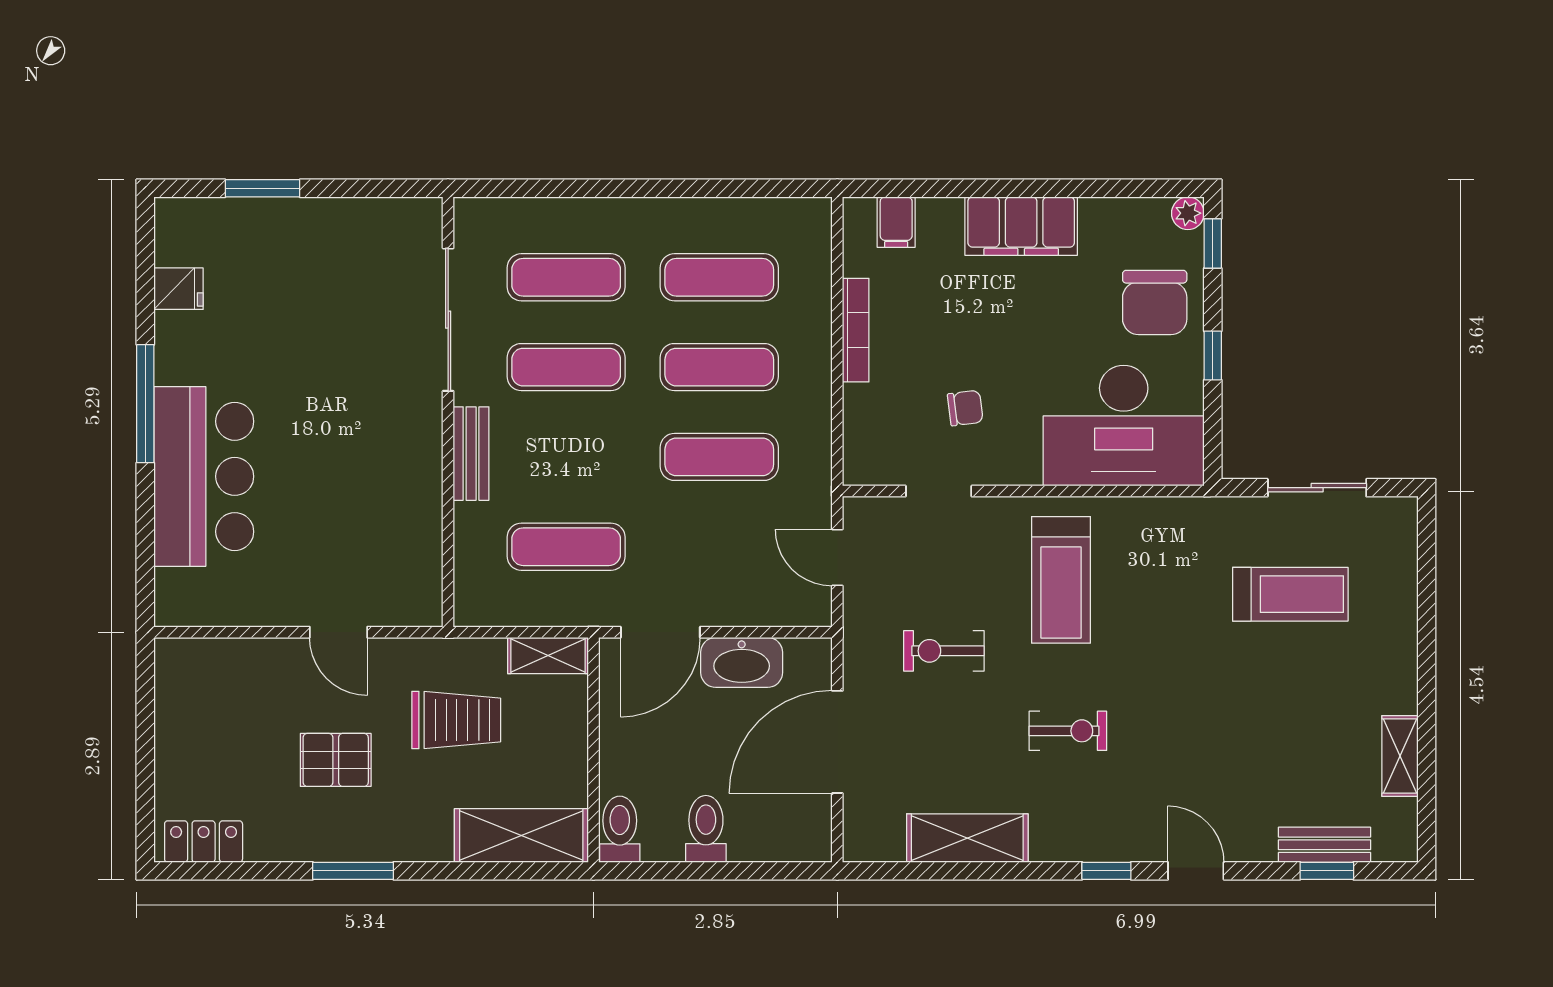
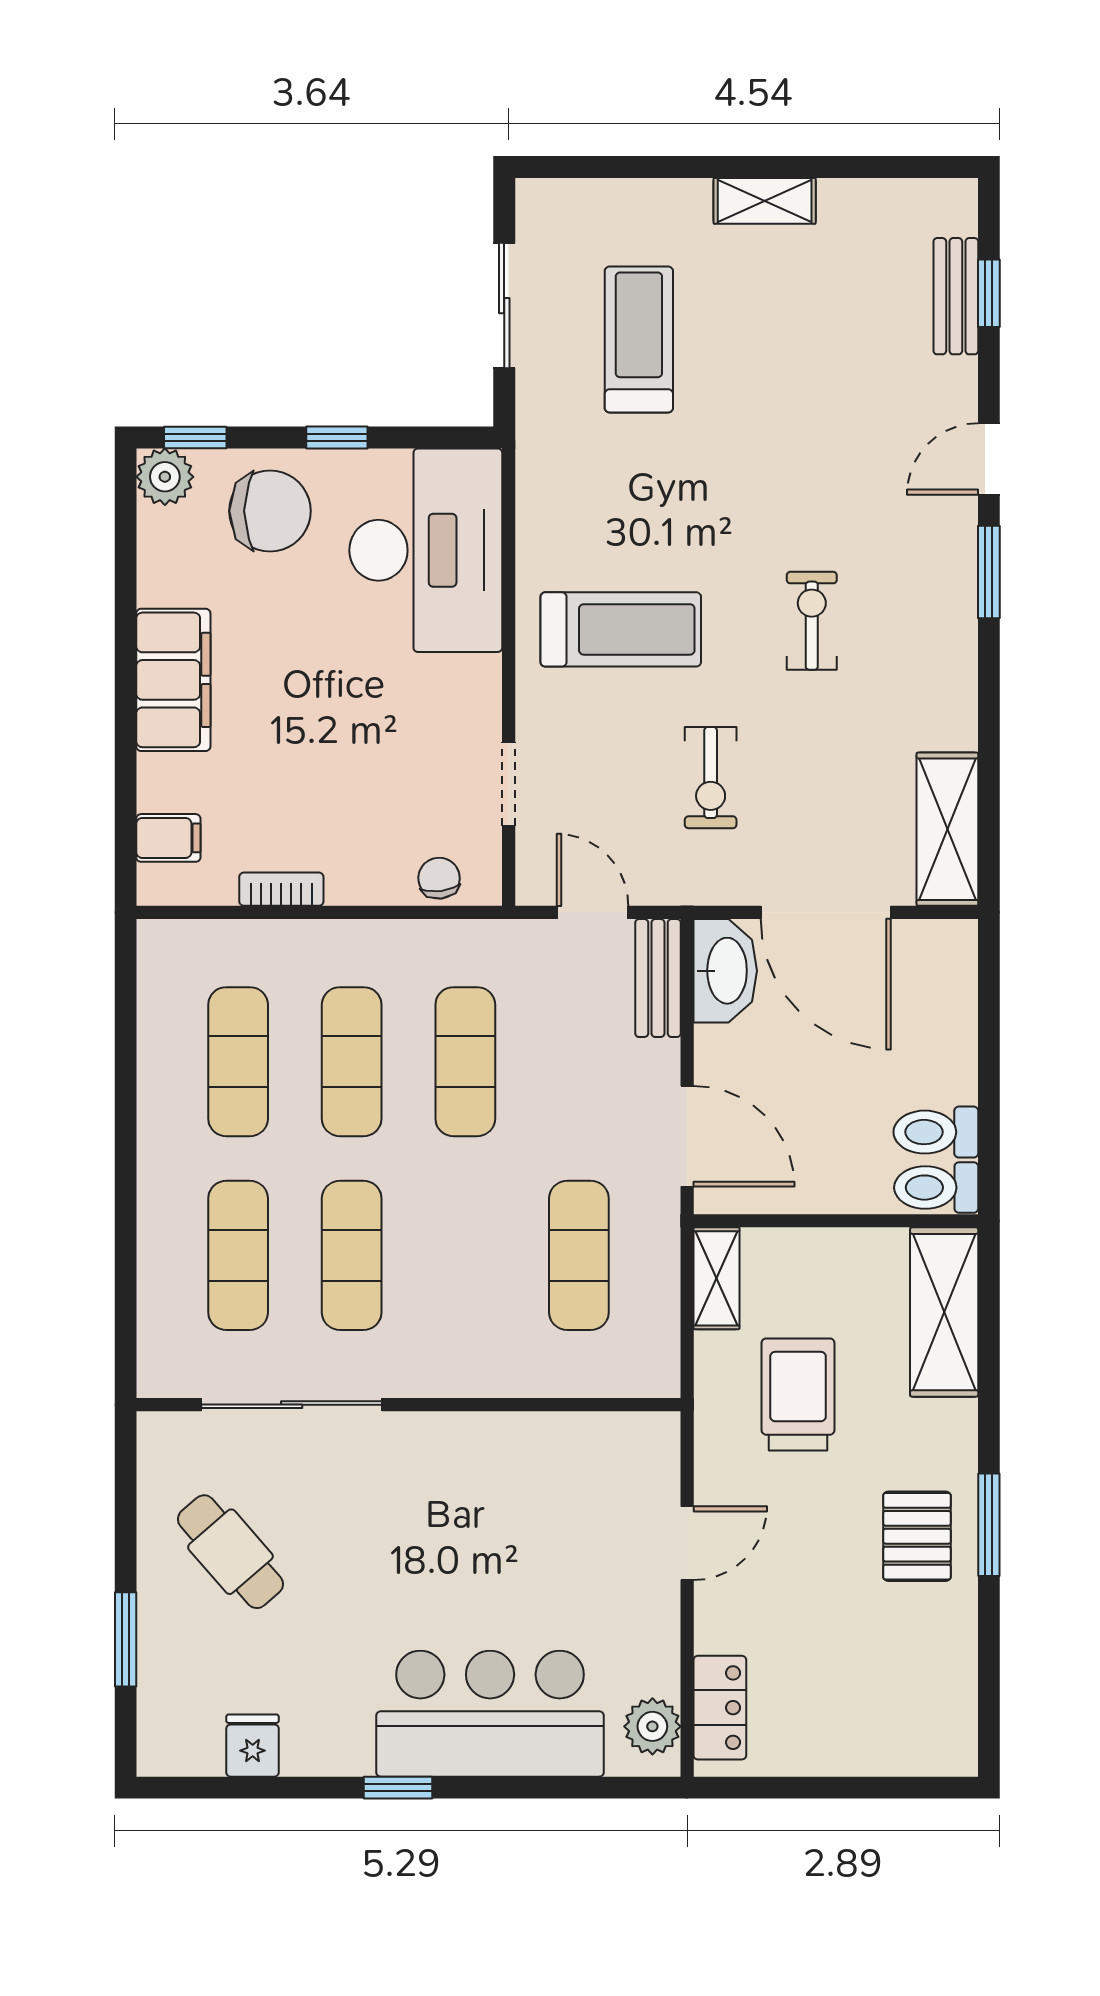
plant: (1188, 213) -> (165, 477), width x1.38, depth x1.38
cafe table: (332, 271) -> (230, 1552), added
bookcase: (856, 330) -> (281, 889), width x0.64
window: (145, 404) -> (398, 1788), width x0.46
chair: (965, 408) -> (439, 878), moved
bench: (471, 454) -> (658, 978), moved, turned 90
door: (837, 557) -> (593, 912), swing flipped
plant: (194, 605) -> (652, 1726), added
washbasin: (742, 662) -> (725, 971), moved
shelving: (1400, 756) -> (765, 201), moved
pallet: (336, 760) -> (917, 1536), moved
toilet: (706, 829) -> (936, 1132), moved
shelving: (967, 838) -> (947, 829), moved
locker: (204, 842) -> (720, 1708), moved, turned 180
window: (1106, 871) -> (989, 572), width x1.50

